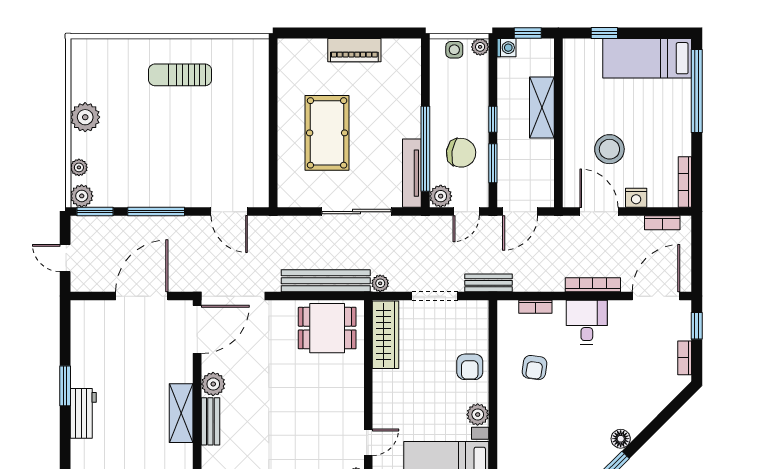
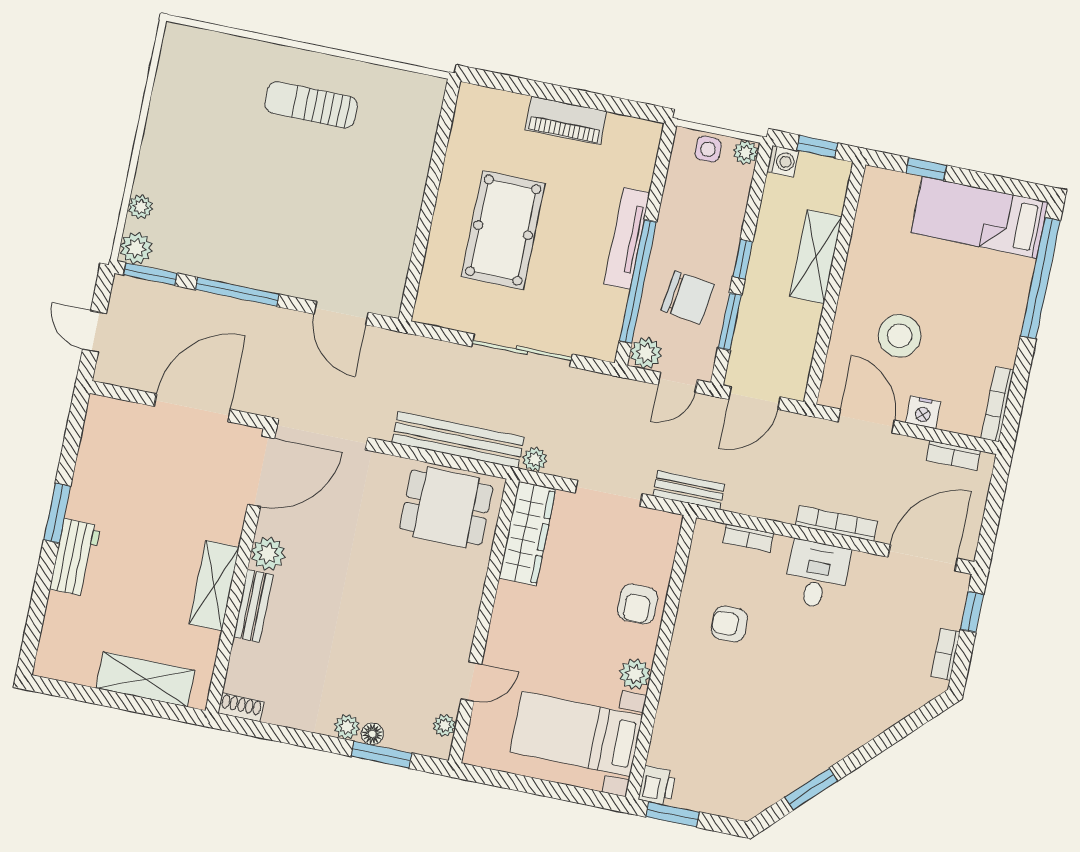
plant: (85, 117) -> (164, 137), removed
tv unit: (412, 173) -> (627, 238), moved
armchair: (535, 368) -> (729, 624), turned 82
floor lamp: (621, 439) -> (831, 750), removed

